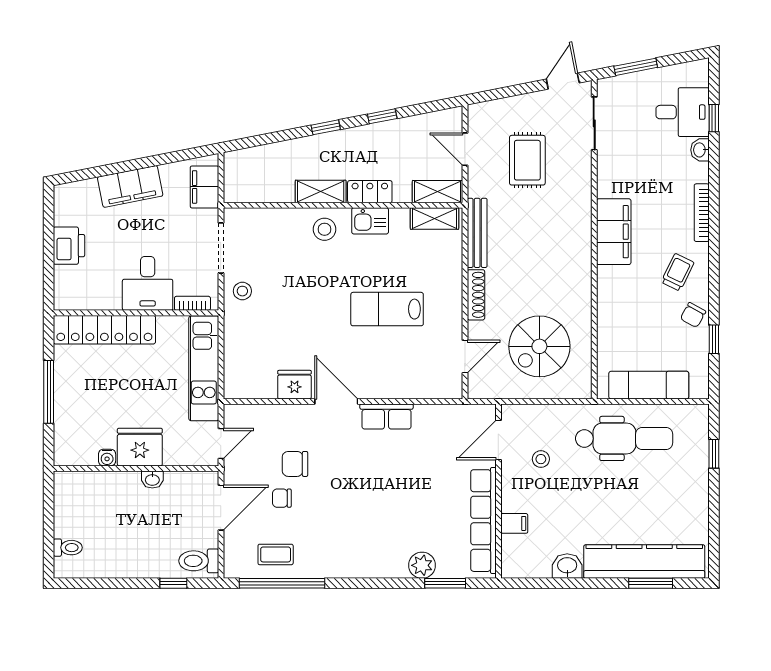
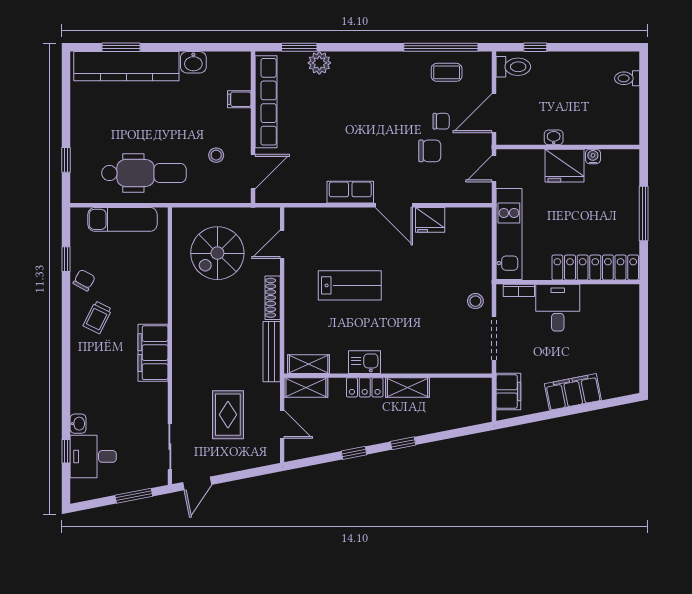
bookcase: (702, 213) -> (77, 369), removed
stool: (325, 229) -> (404, 355), removed
printer: (69, 246) -> (626, 341), removed
spiral stairs: (539, 346) -> (217, 253), turned 180
dental chair: (624, 438) -> (144, 173), turned 180

